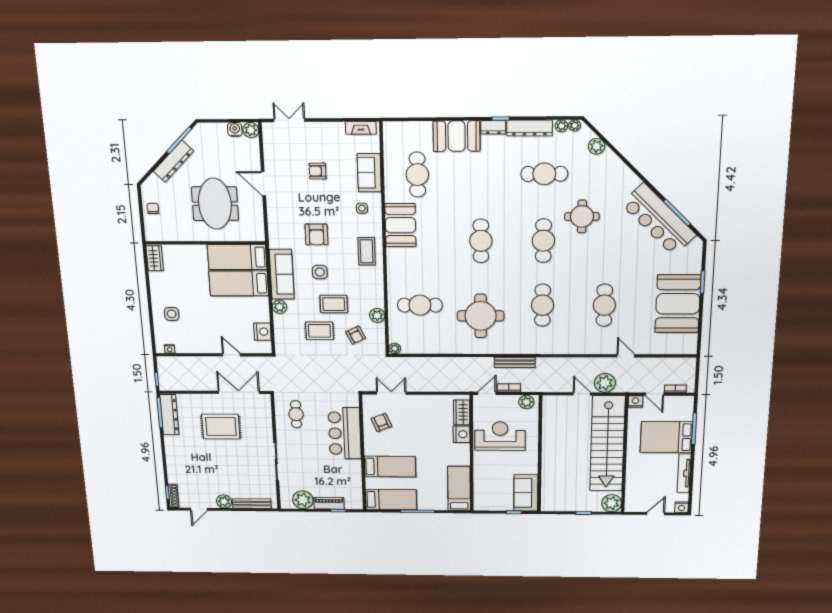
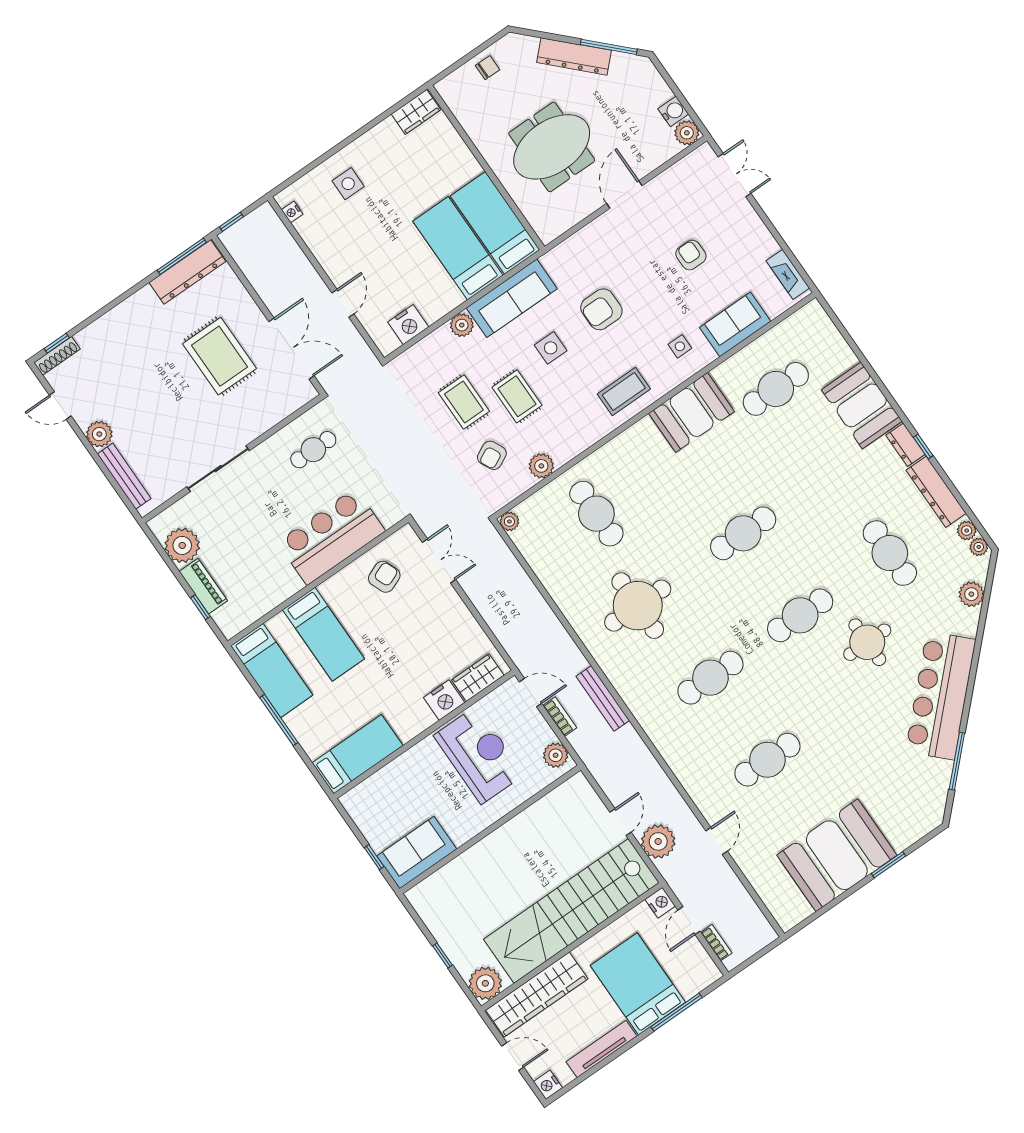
bar counter: (659, 219) -> (941, 695), moved
wardrobe: (635, 485) -> (537, 994), added

